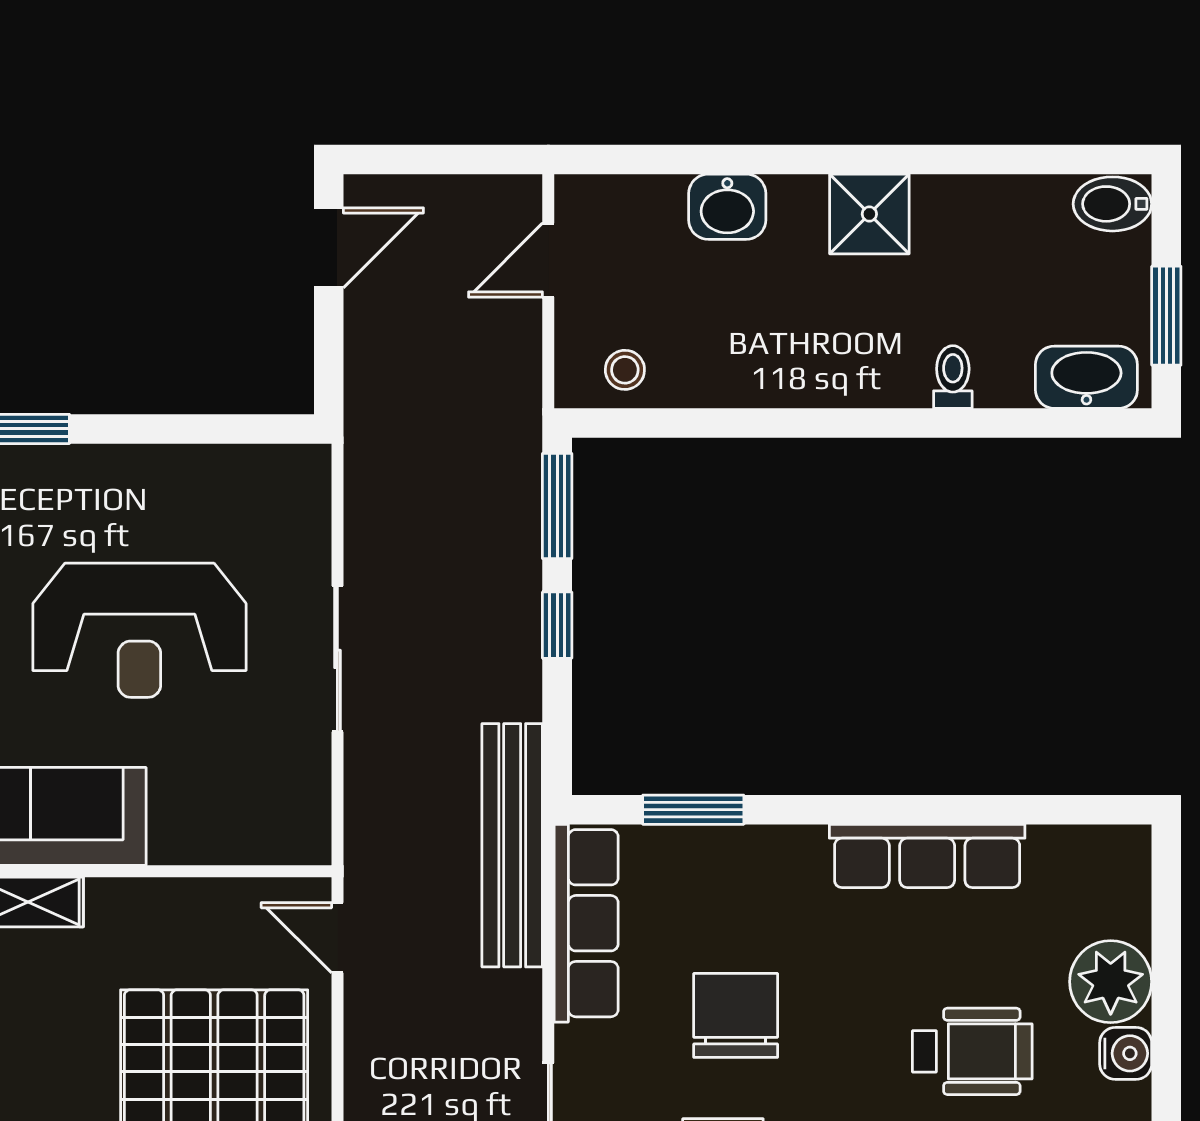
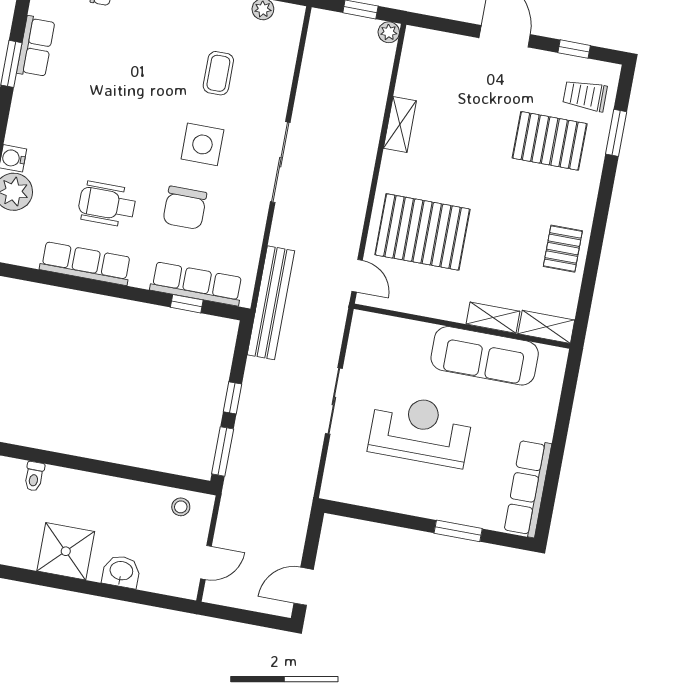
shower: (869, 214) -> (66, 551), width x1.36, depth x1.36
window: (693, 810) -> (187, 304), width x0.67
row of seats: (586, 923) -> (197, 284), moved, turned 90
wheelchair: (972, 1051) -> (107, 204), moved

